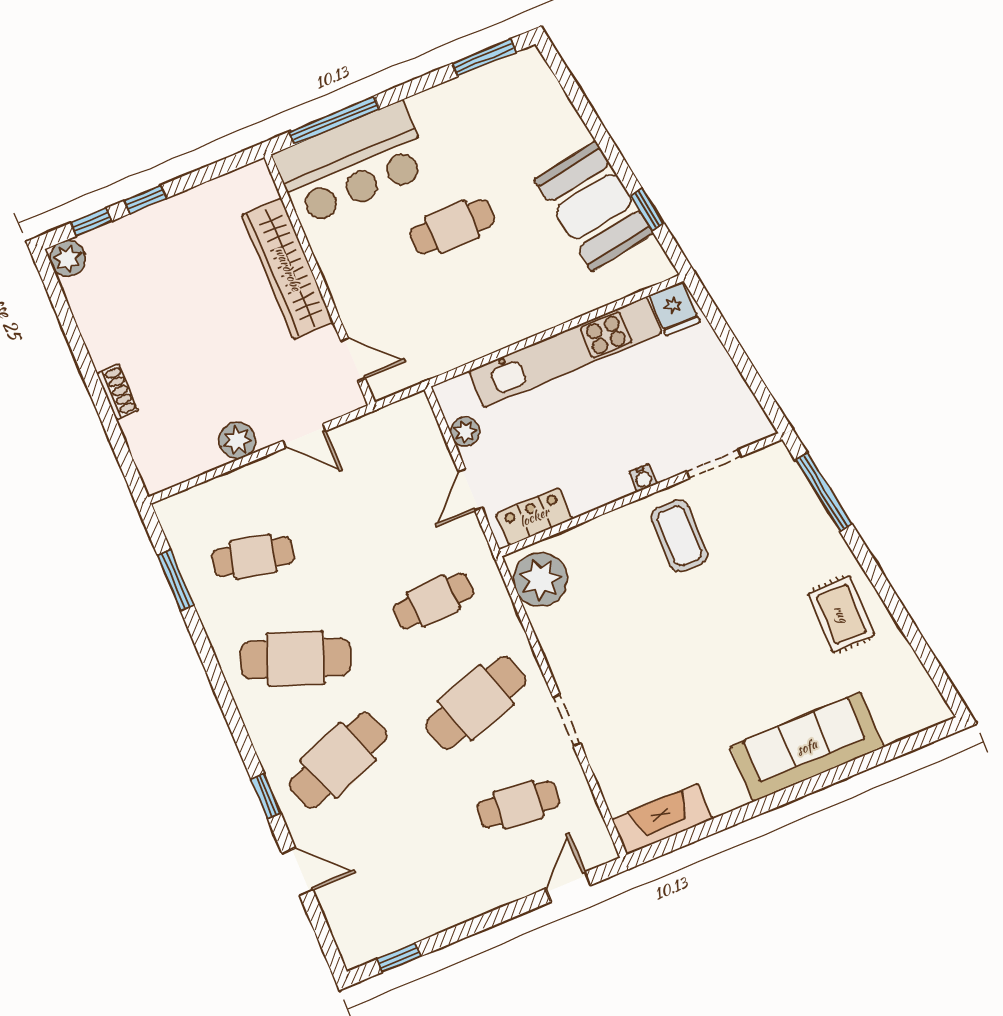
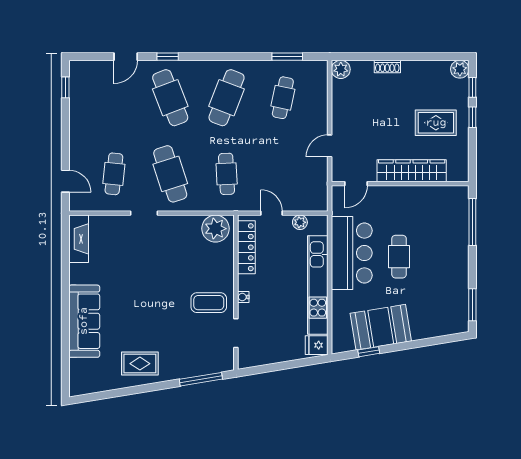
bar counter: (352, 163) -> (352, 253), moved, turned 180
rug: (183, 261) -> (436, 123), added
plant: (237, 440) -> (341, 69), moved
locker: (534, 517) -> (246, 247), width x1.53

